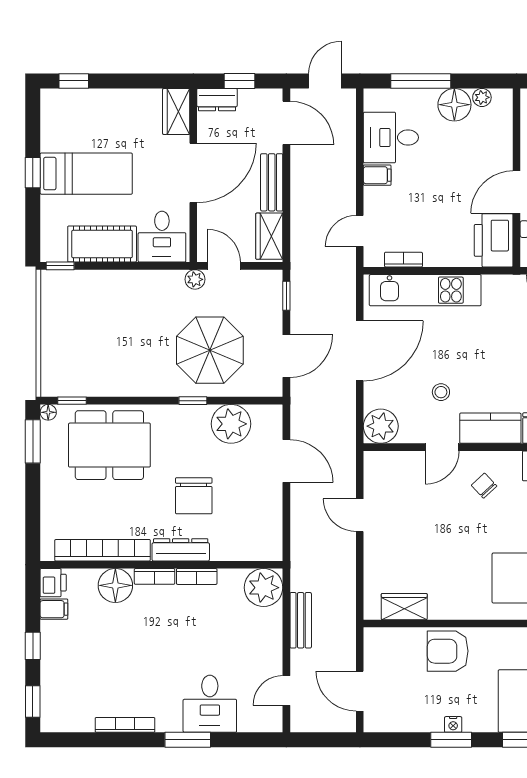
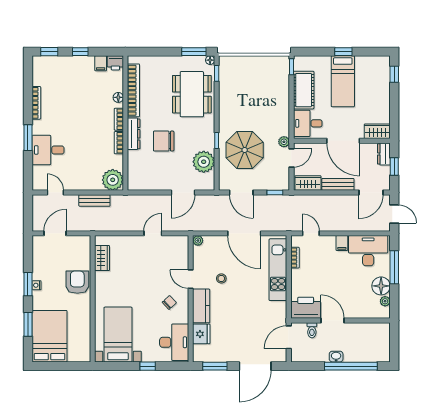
desk: (391, 137) -> (368, 251), width x1.37
plant: (381, 426) -> (198, 241), width x0.53, depth x0.53
floor lamp: (115, 585) -> (118, 97), width x0.53, depth x0.53

